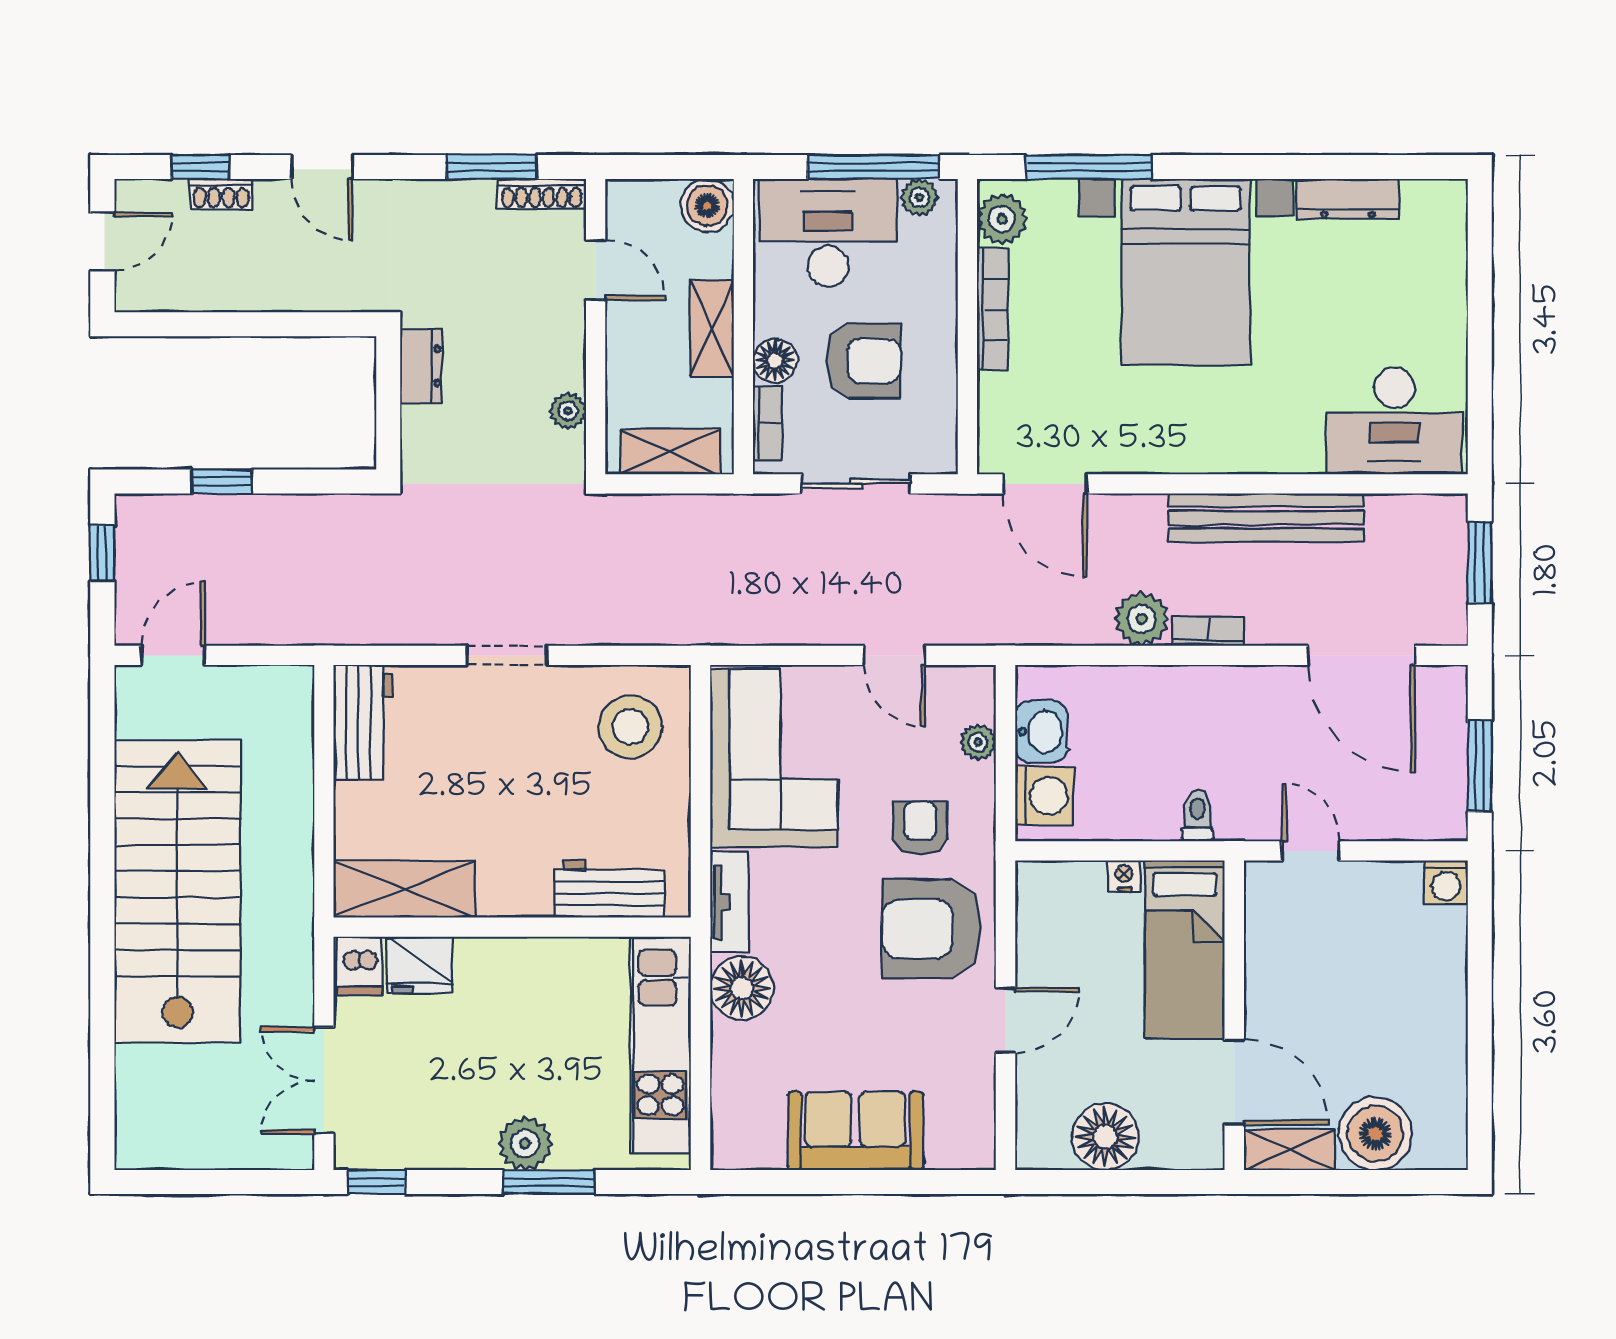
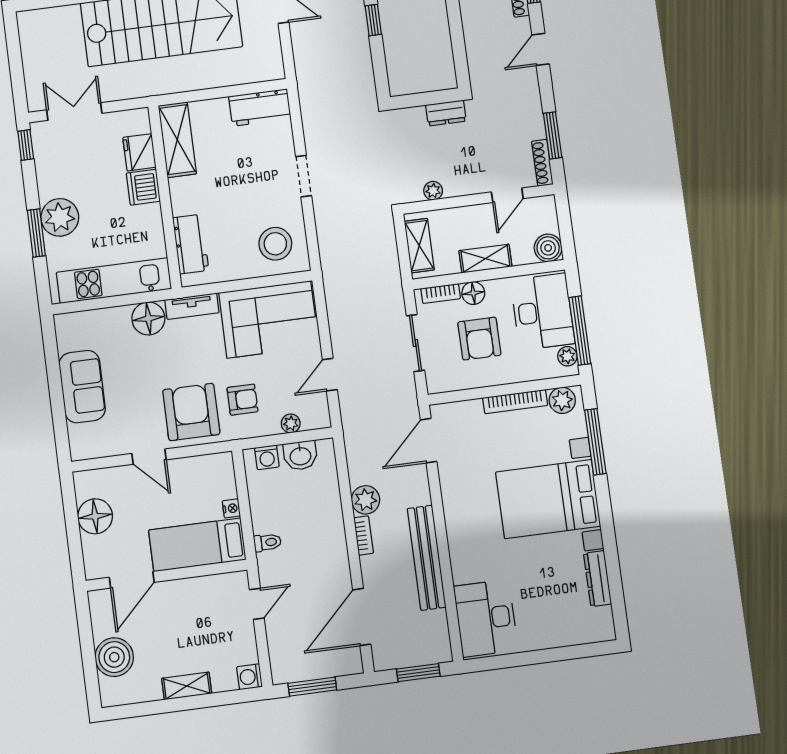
washing machine: (1044, 796) -> (267, 457), width x0.73, depth x0.73
dishwasher: (360, 966) -> (143, 187), moved, width x1.38
plant: (525, 1143) -> (60, 217), width x1.36, depth x1.36
shelving: (1289, 1150) -> (187, 686), moved, turned 90

